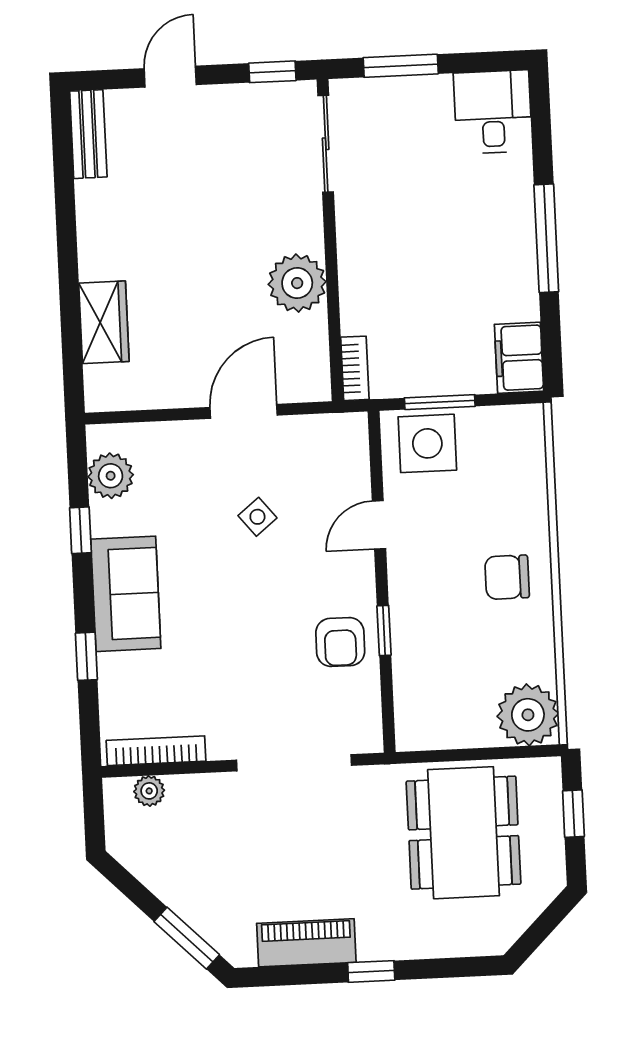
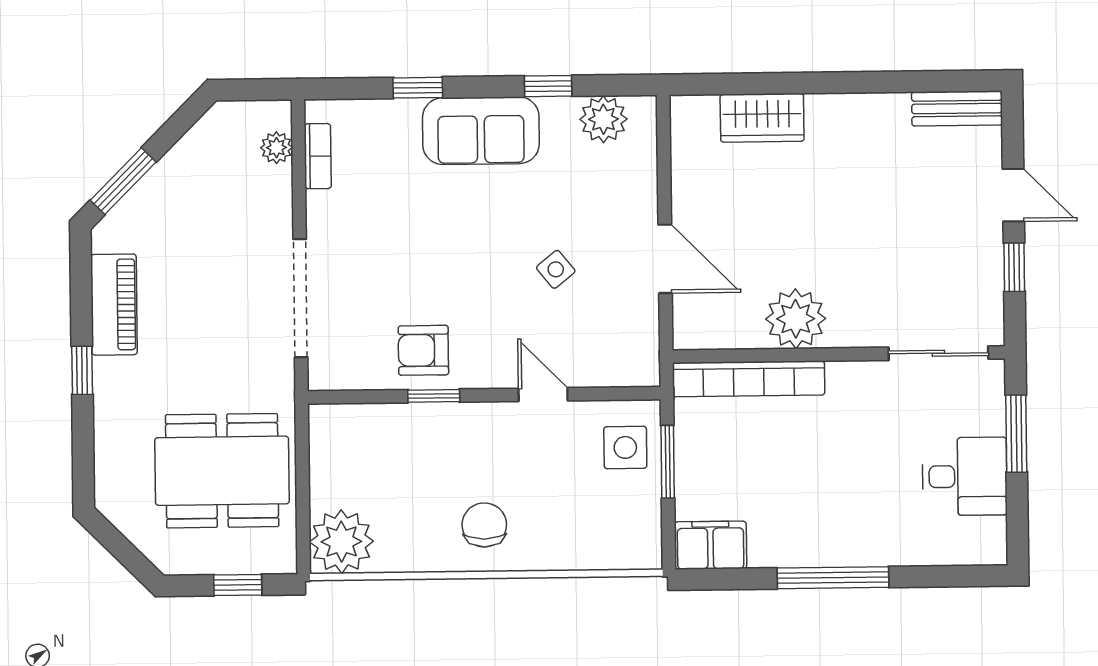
window: (272, 72) -> (1014, 267), moved
desk: (493, 112) -> (965, 476), moved
bookcase: (355, 368) -> (749, 379), width x2.31, depth x1.31
side table: (427, 443) -> (625, 447), width x0.73, depth x0.73
bookcase: (156, 751) -> (318, 156), width x0.64

